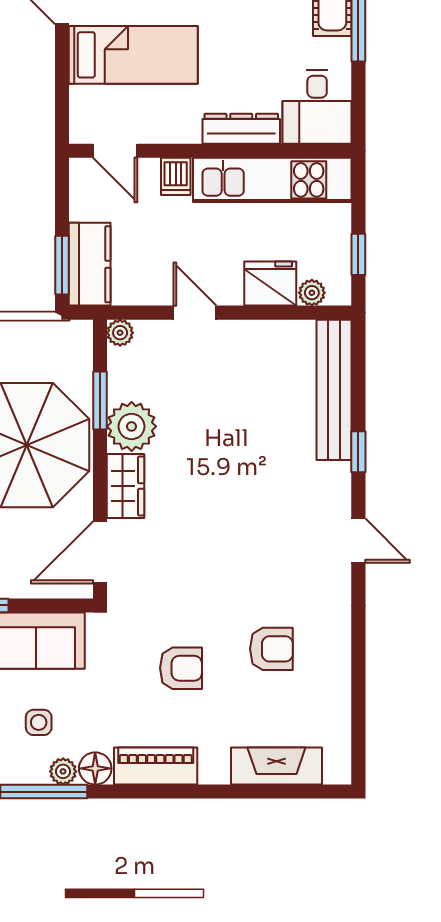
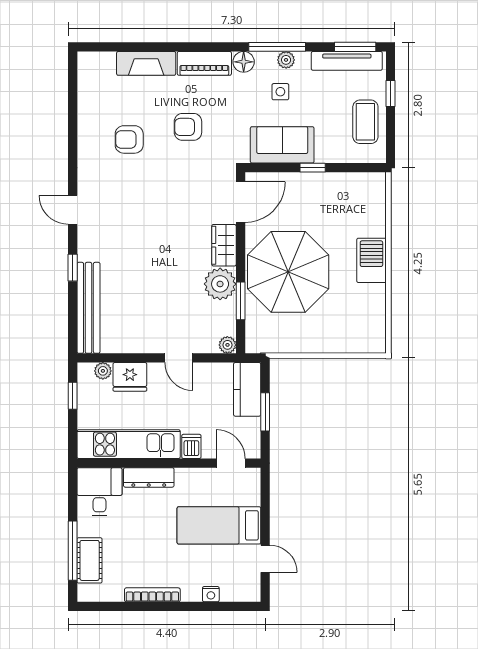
window: (62, 265) -> (265, 412), moved
fireplace: (276, 766) -> (146, 63), moved
plant: (63, 771) -> (286, 60), moved

